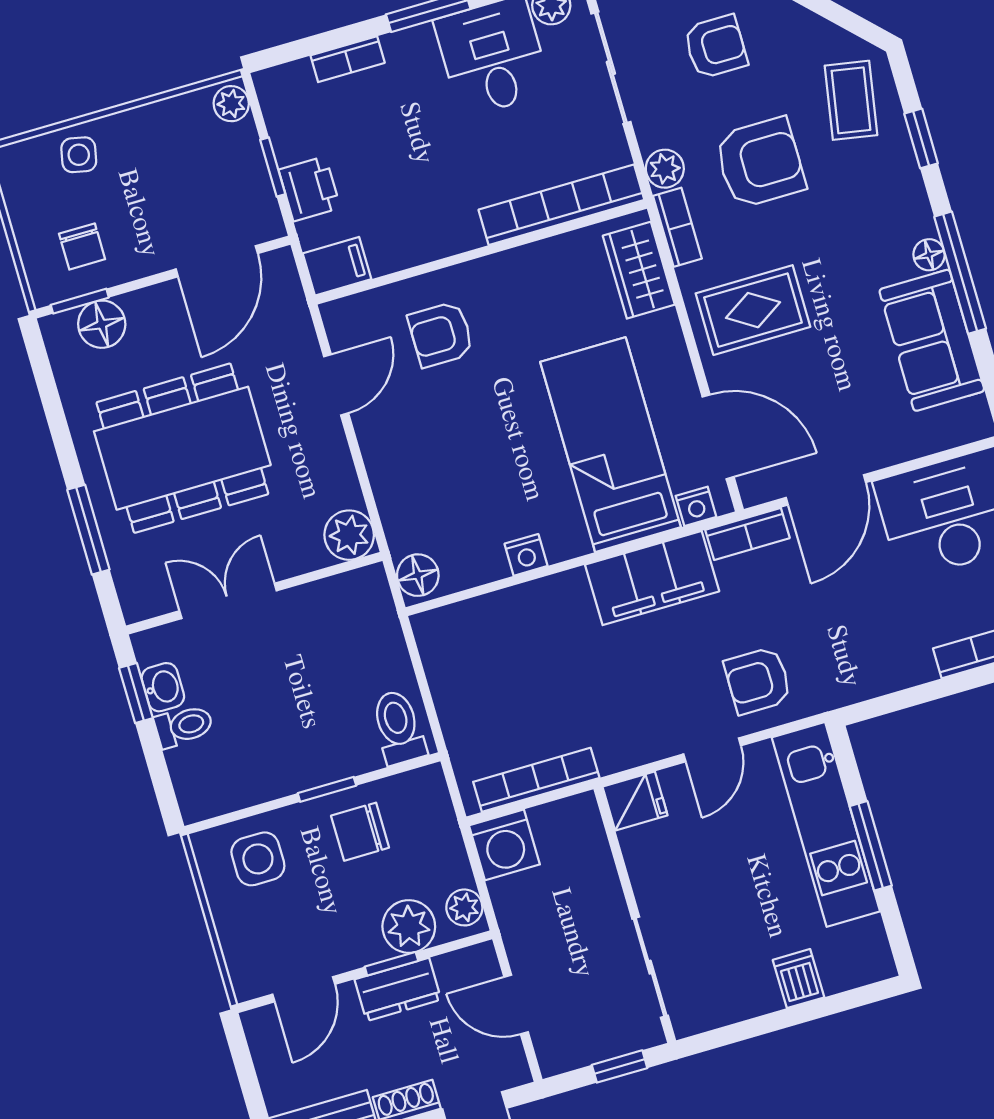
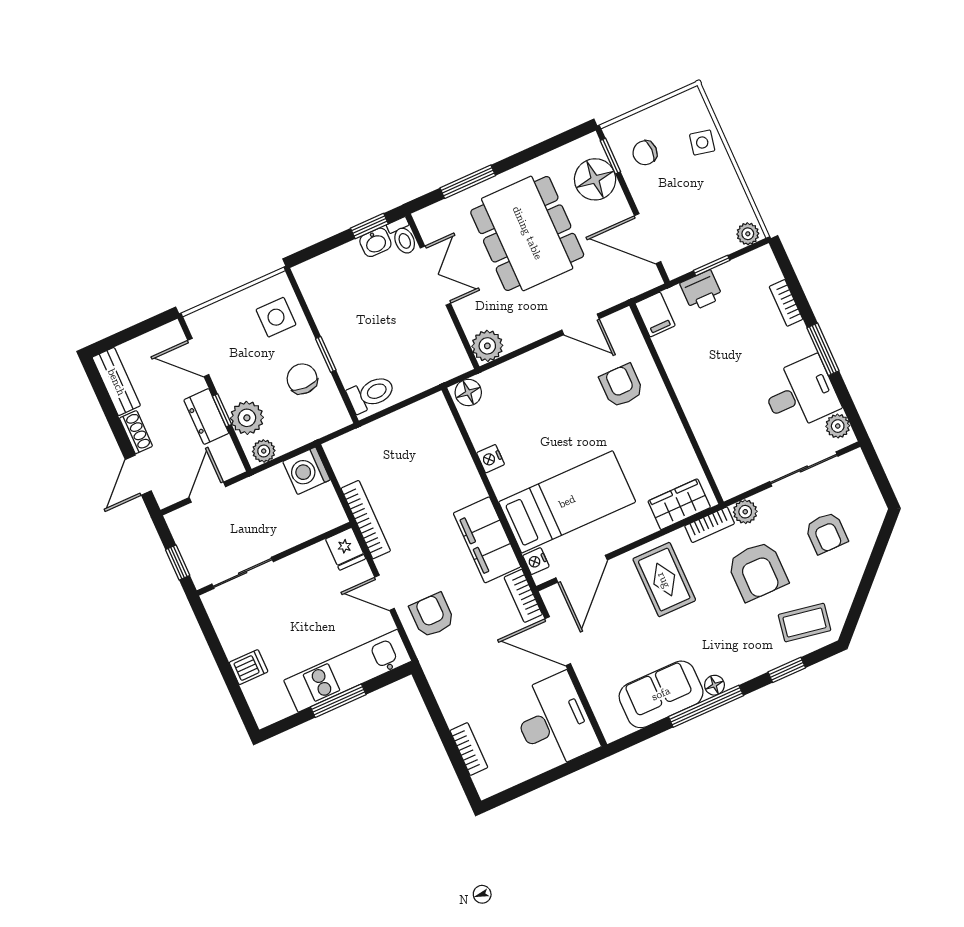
bookcase: (561, 205) -> (713, 450), removed
floor lamp: (102, 324) -> (595, 179), width x1.38, depth x1.38
toilet: (184, 726) -> (403, 237), moved
bookcase: (536, 780) -> (366, 520), moved

